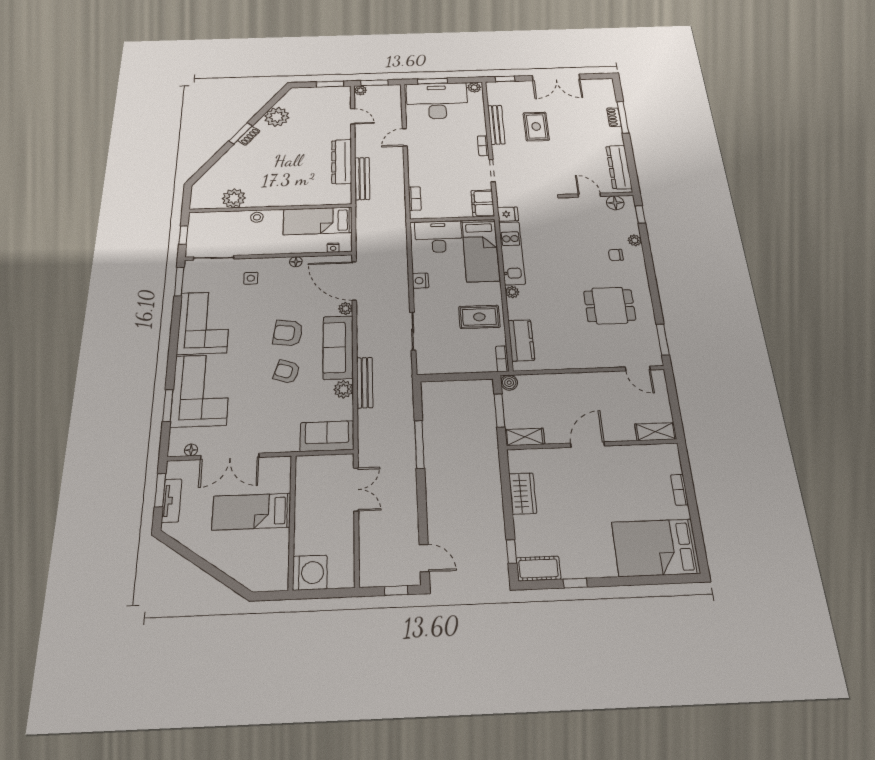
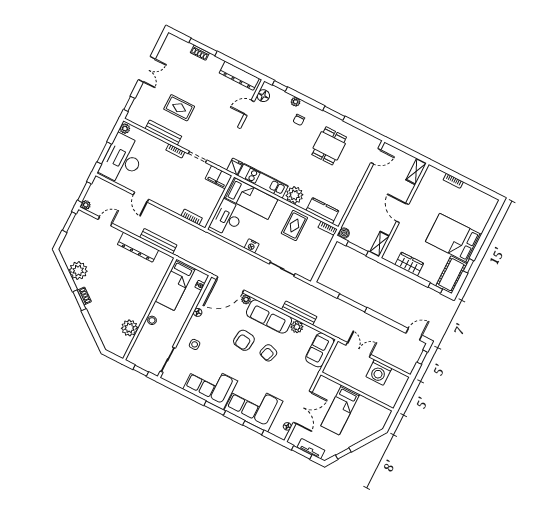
double door: (556, 77) -> (147, 69), width x0.73
window: (179, 282) -> (215, 408), moved
plant: (512, 292) -> (294, 195), width x1.87, depth x1.87
window: (663, 339) -> (334, 113), moved
bed: (656, 548) -> (454, 238), moved, turned 90
window: (185, 552) -> (343, 453), added
cot: (538, 568) -> (451, 275), width x1.37, depth x1.34
washing machine: (310, 573) -> (379, 372), moved, turned 180

